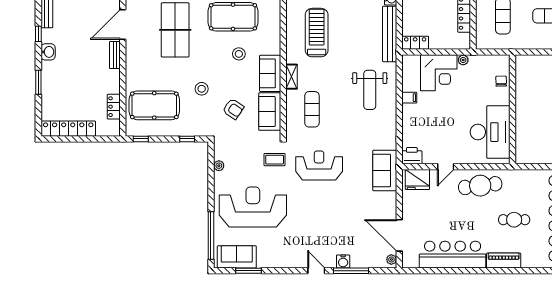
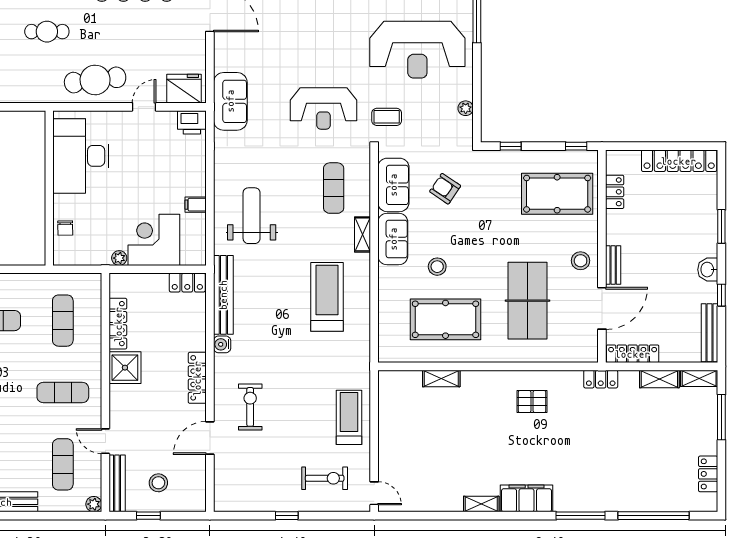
treadmill: (317, 33) -> (327, 297), turned 180
stool: (202, 89) -> (581, 261), moved

